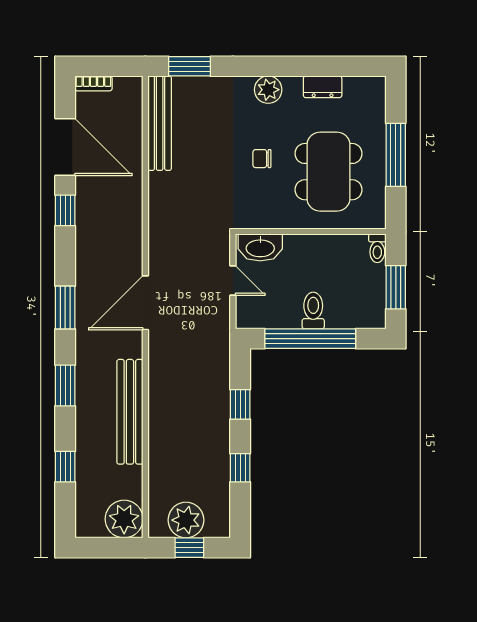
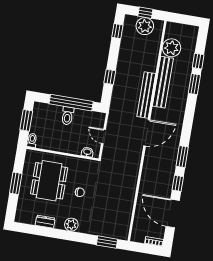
bench: (160, 123) -> (146, 95), moved
window: (396, 155) -> (16, 183), width x0.69
washbasin: (260, 247) -> (87, 152), width x0.52, depth x0.69
window: (65, 308) -> (182, 157), moved
window: (65, 386) -> (194, 84), moved
window: (240, 468) -> (117, 31), moved
plant: (124, 519) -> (171, 48), moved

